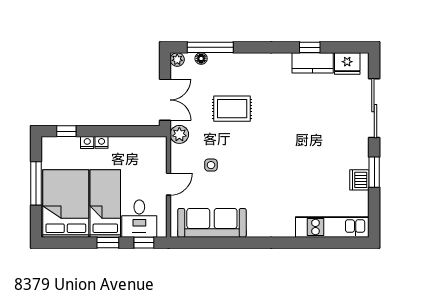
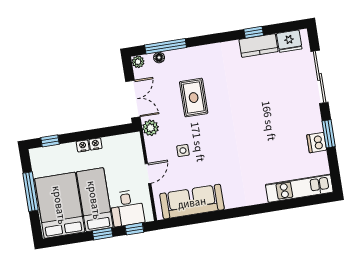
rug: (232, 109) -> (194, 98), turned 90
nightstand: (87, 142) -> (95, 144), moved

